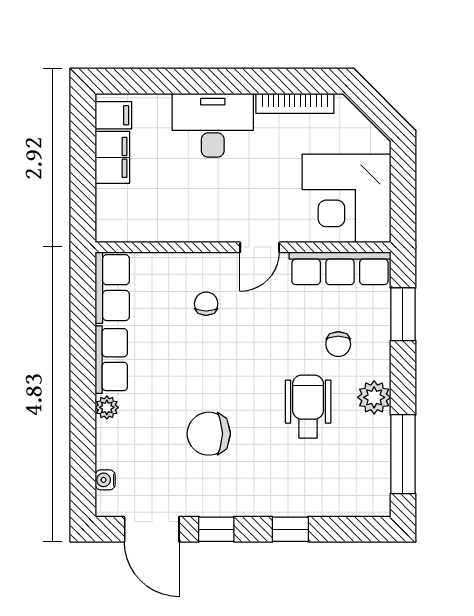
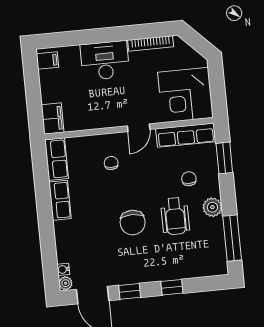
filing cabinet: (112, 157) -> (53, 119), moved
chair: (338, 344) -> (189, 179), turned 180
plant: (107, 407) -> (66, 283), moved
wheelchair: (308, 407) -> (175, 216), turned 180
chair: (209, 434) -> (133, 223), moved, turned -90

